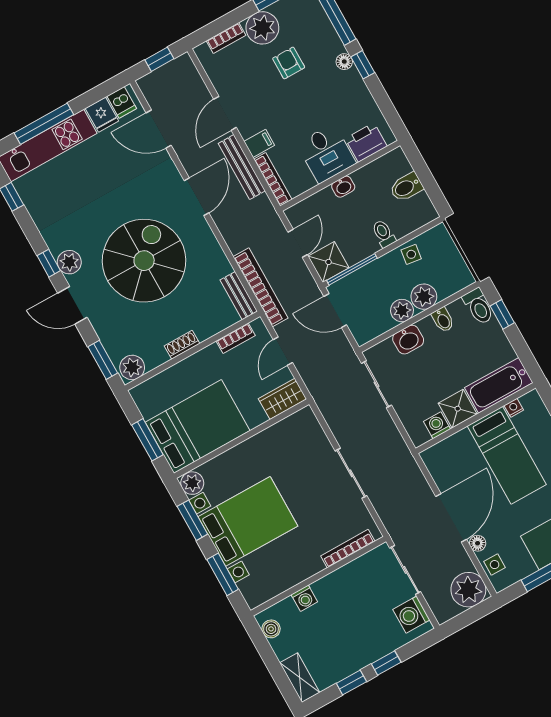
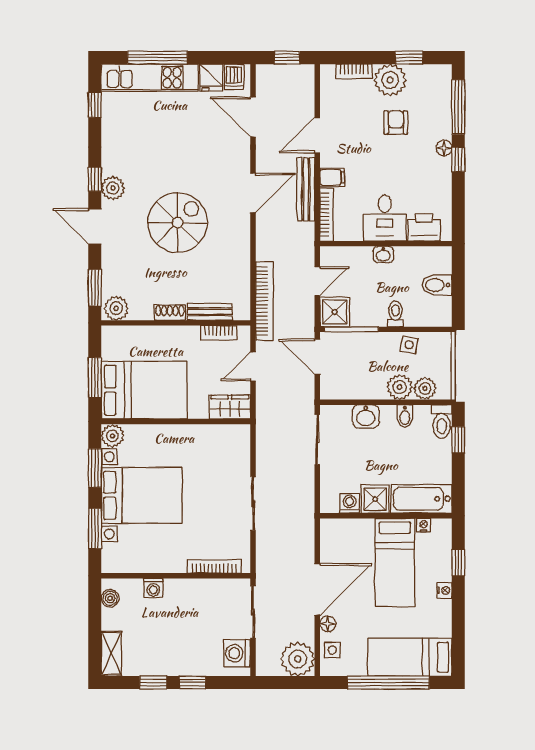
spiral stairs: (144, 261) -> (178, 223), width x0.73, depth x0.73
bench: (239, 296) -> (210, 312), moved, turned 90
plant: (402, 311) -> (425, 389), moved

